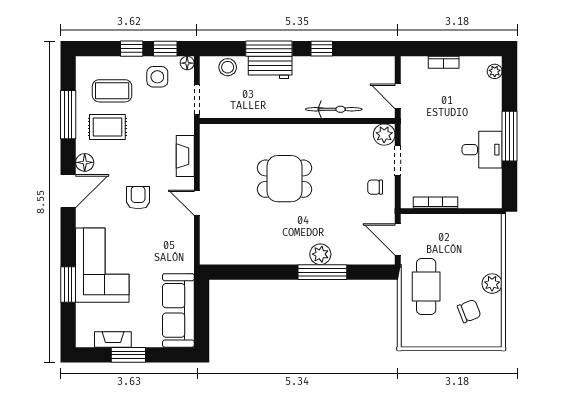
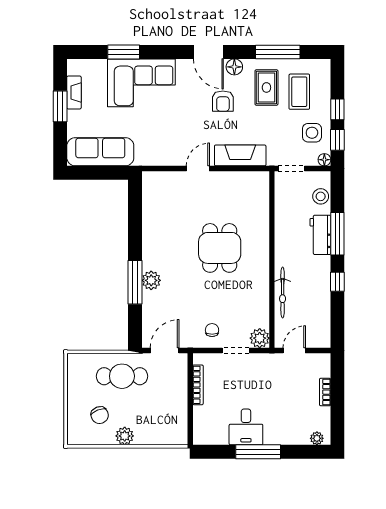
fireplace: (185, 156) -> (240, 155), width x1.37, depth x1.32
armchair: (138, 198) -> (223, 101), moved, turned 90

